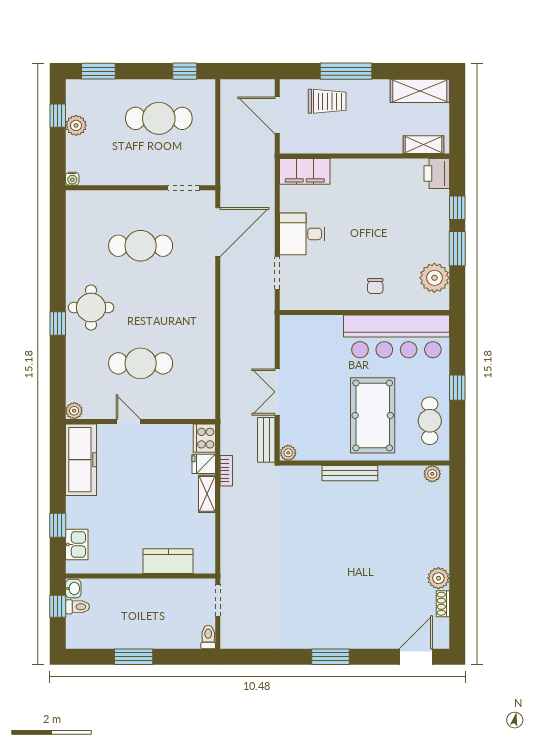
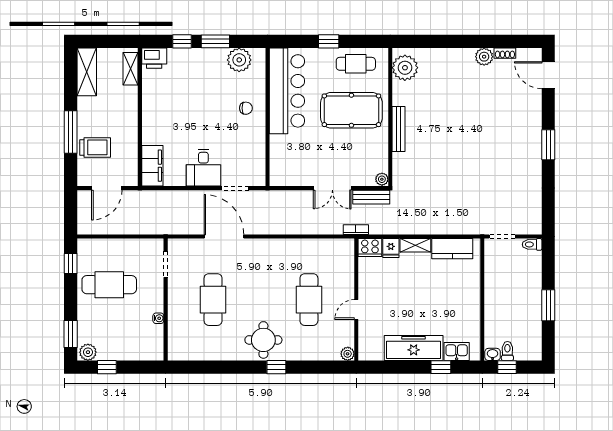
trolley: (327, 101) -> (95, 147), turned 90
cafe table: (159, 118) -> (109, 285), turned 90
plant: (76, 125) -> (88, 352), moved
water cooler: (72, 179) -> (158, 318), moved
door: (218, 232) -> (224, 237), moved
freezer: (81, 460) -> (414, 348), moved
bookcase: (226, 471) -> (356, 230), moved
plant: (432, 474) -> (405, 68), width x1.87, depth x1.87
kitchen counter: (168, 561) -> (452, 249), moved, turned -90

